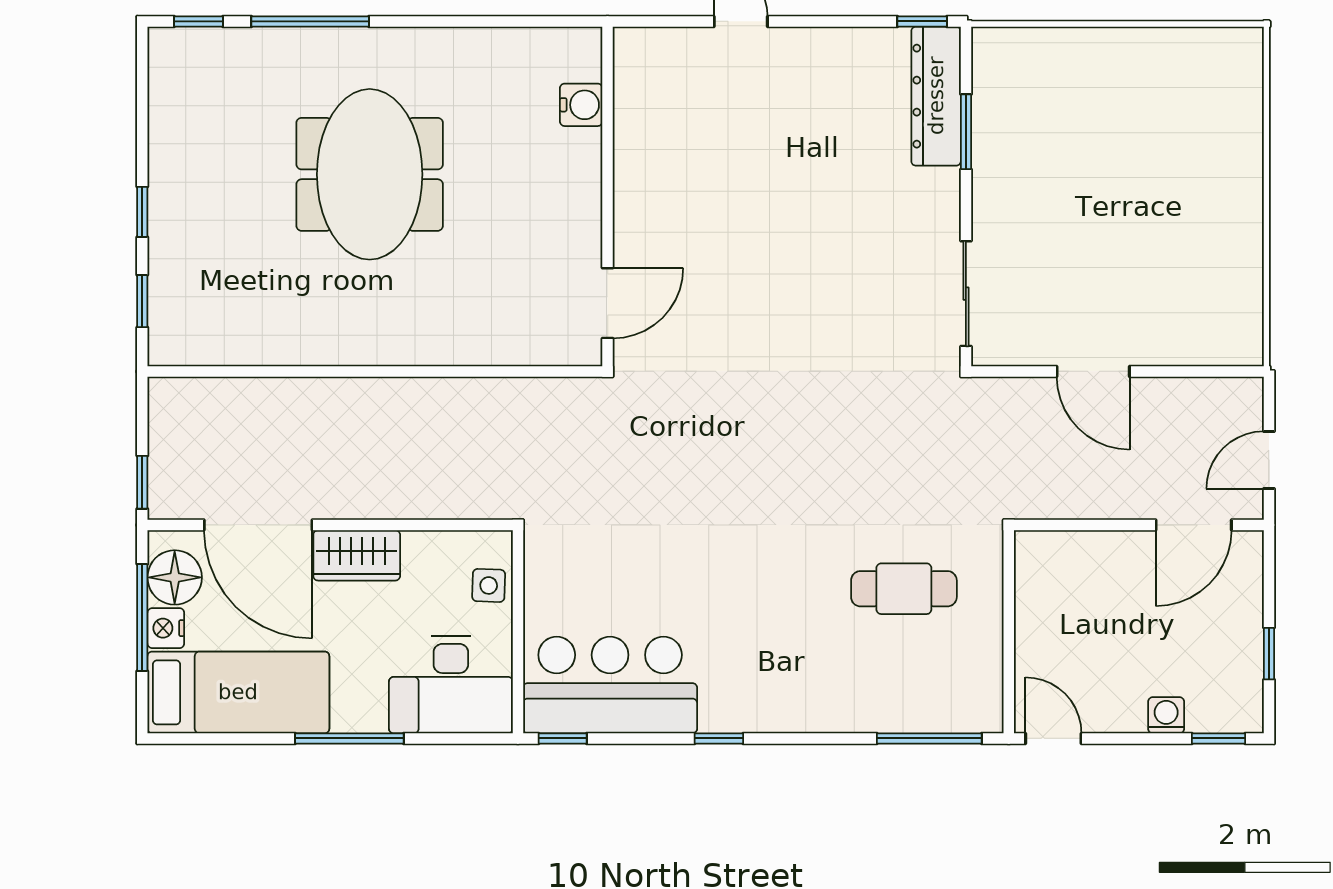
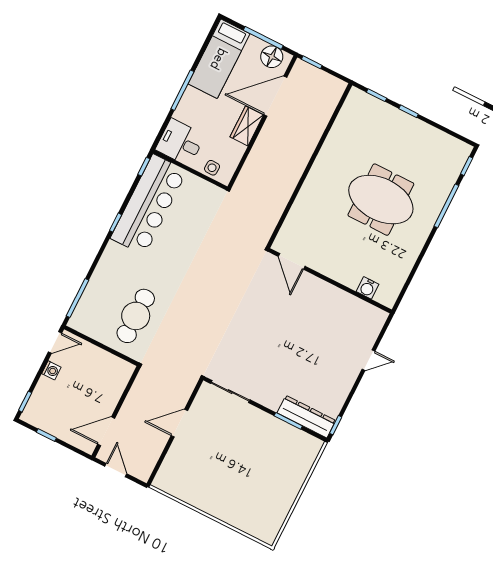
door: (1194, 525) -> (106, 431), hinge flipped
cafe table: (904, 589) -> (136, 316), width x1.37, depth x1.35
nightstand: (166, 628) -> (255, 44), removed
desk: (451, 685) -> (180, 142), width x0.73
bar counter: (610, 685) -> (149, 205), width x1.36
washing machine: (1166, 715) -> (51, 370), moved

